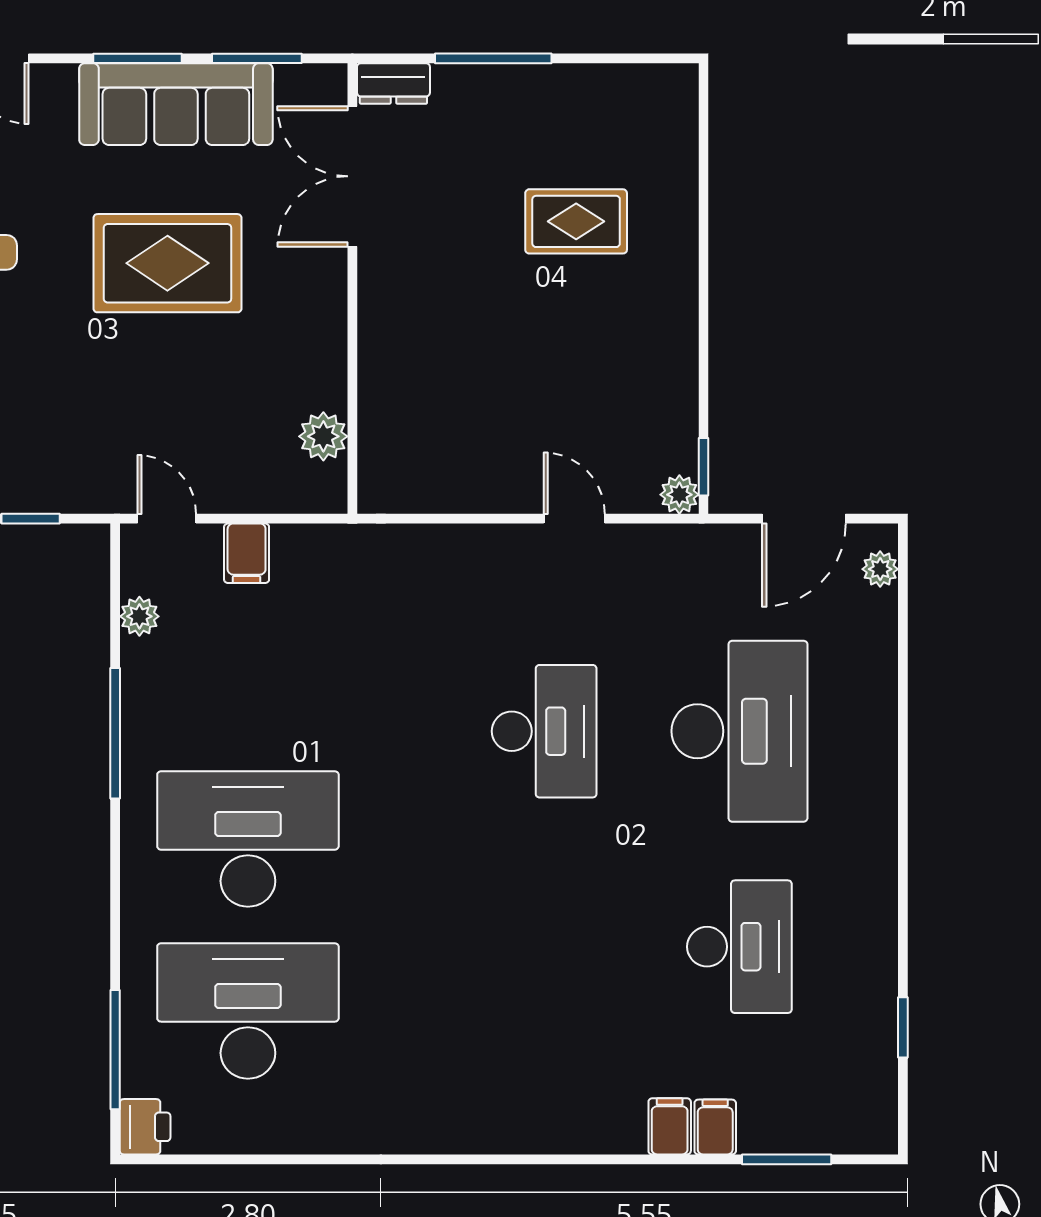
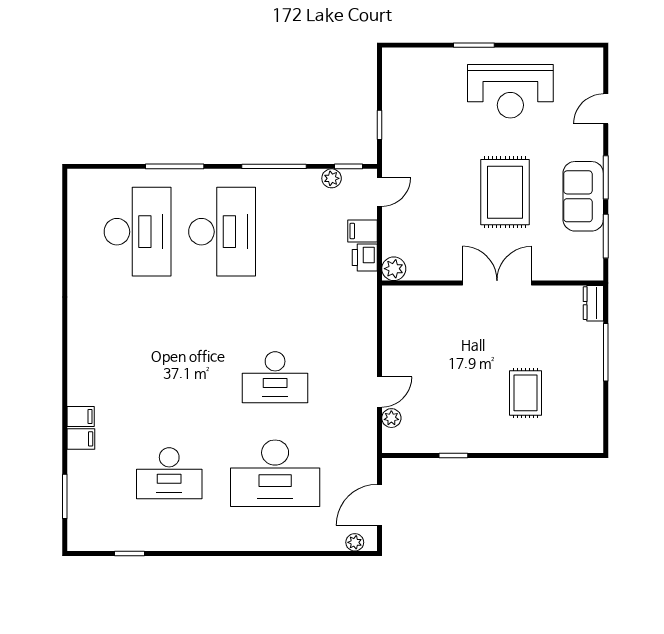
sofa: (176, 104) -> (583, 196), width x0.73
double door: (352, 176) -> (497, 283), moved
plant: (323, 436) -> (394, 269), moved
window: (704, 467) -> (453, 456), moved
plant: (679, 495) -> (391, 418), moved
door: (804, 519) -> (380, 505), hinge flipped
window: (115, 582) -> (349, 166), added
window: (115, 1050) -> (175, 166), moved
printer: (145, 1127) -> (365, 258), moved, turned 90
filing cabinet: (715, 1127) -> (81, 417), moved

